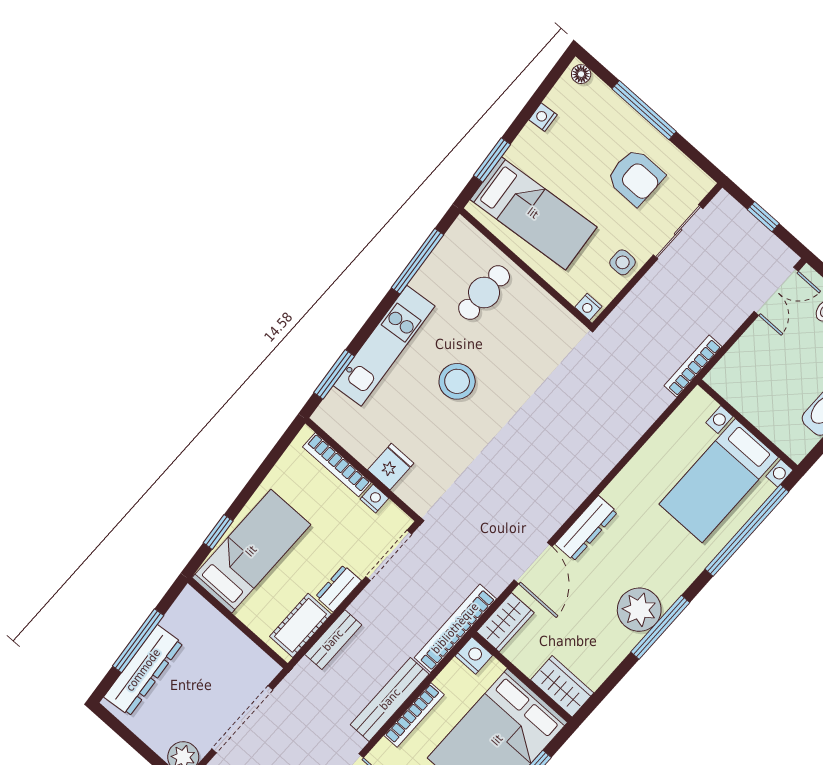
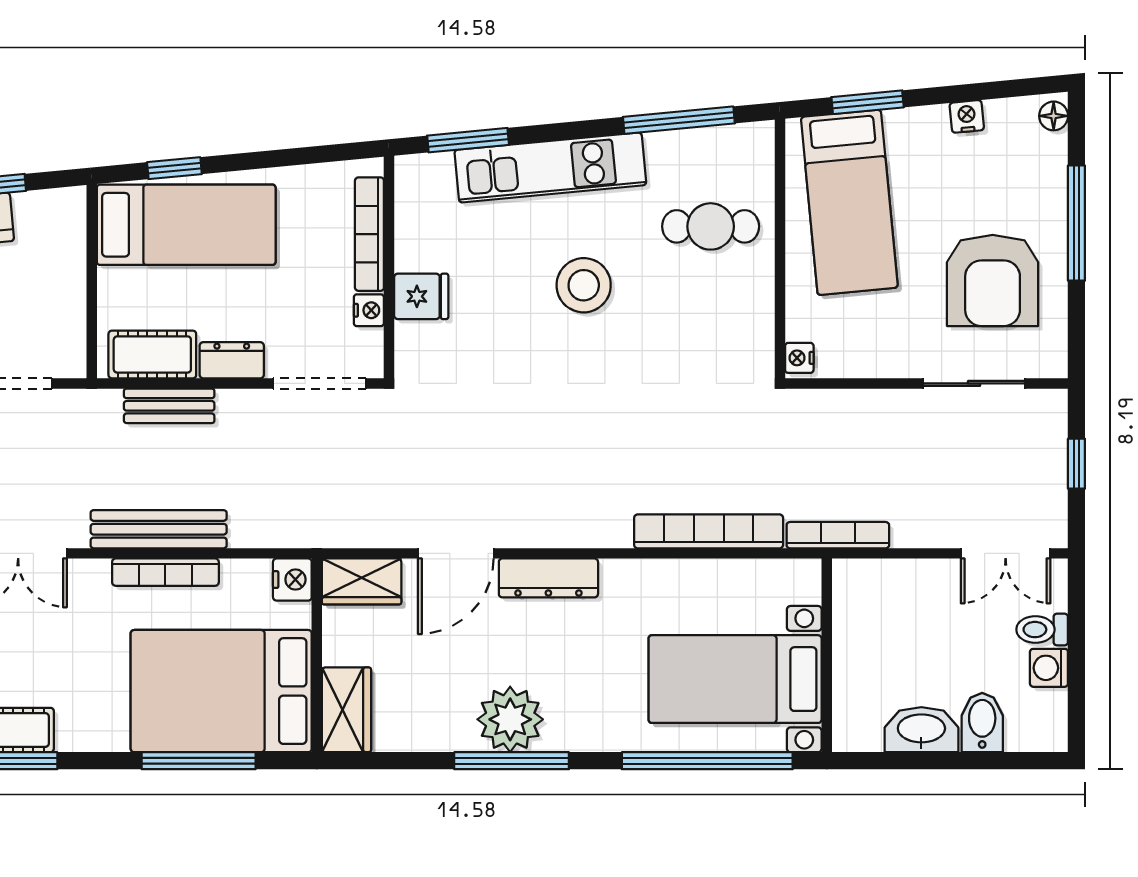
armchair: (635, 177) -> (993, 280), width x1.36, depth x1.36
side table: (623, 262) -> (884, 352), removed
bookcase: (455, 628) -> (709, 531), moved

